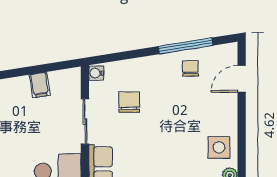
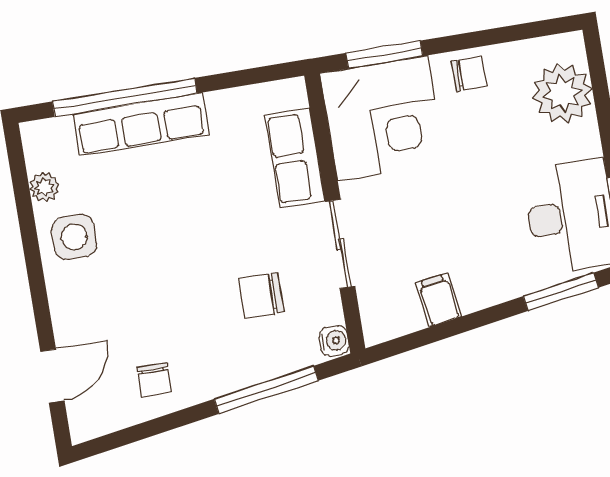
window: (185, 46) -> (266, 390), moved
chair: (129, 102) -> (261, 296), turned 90

